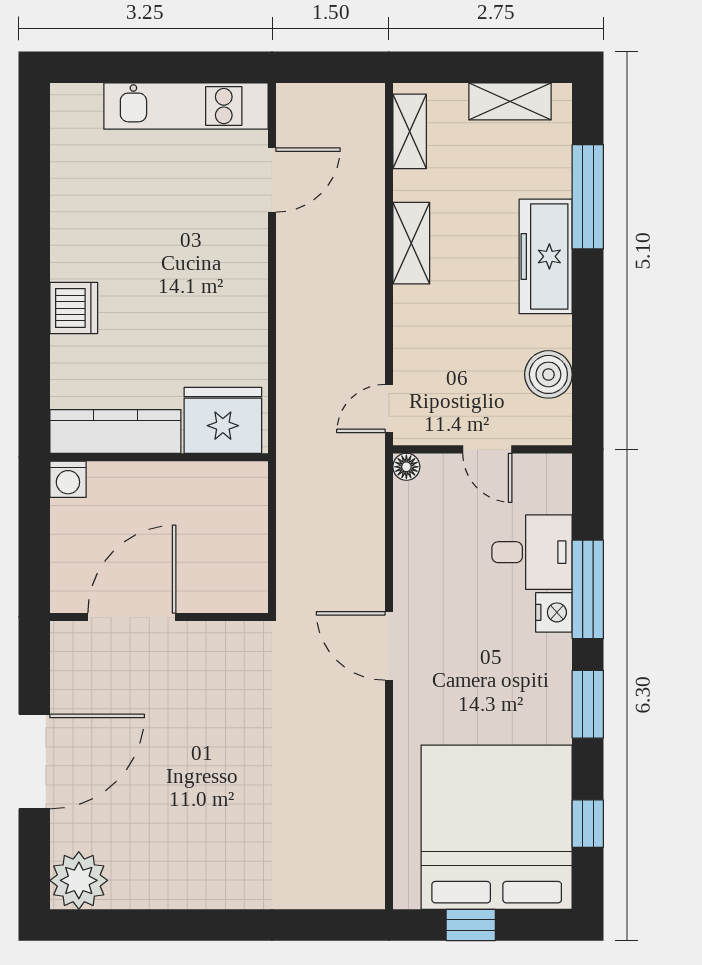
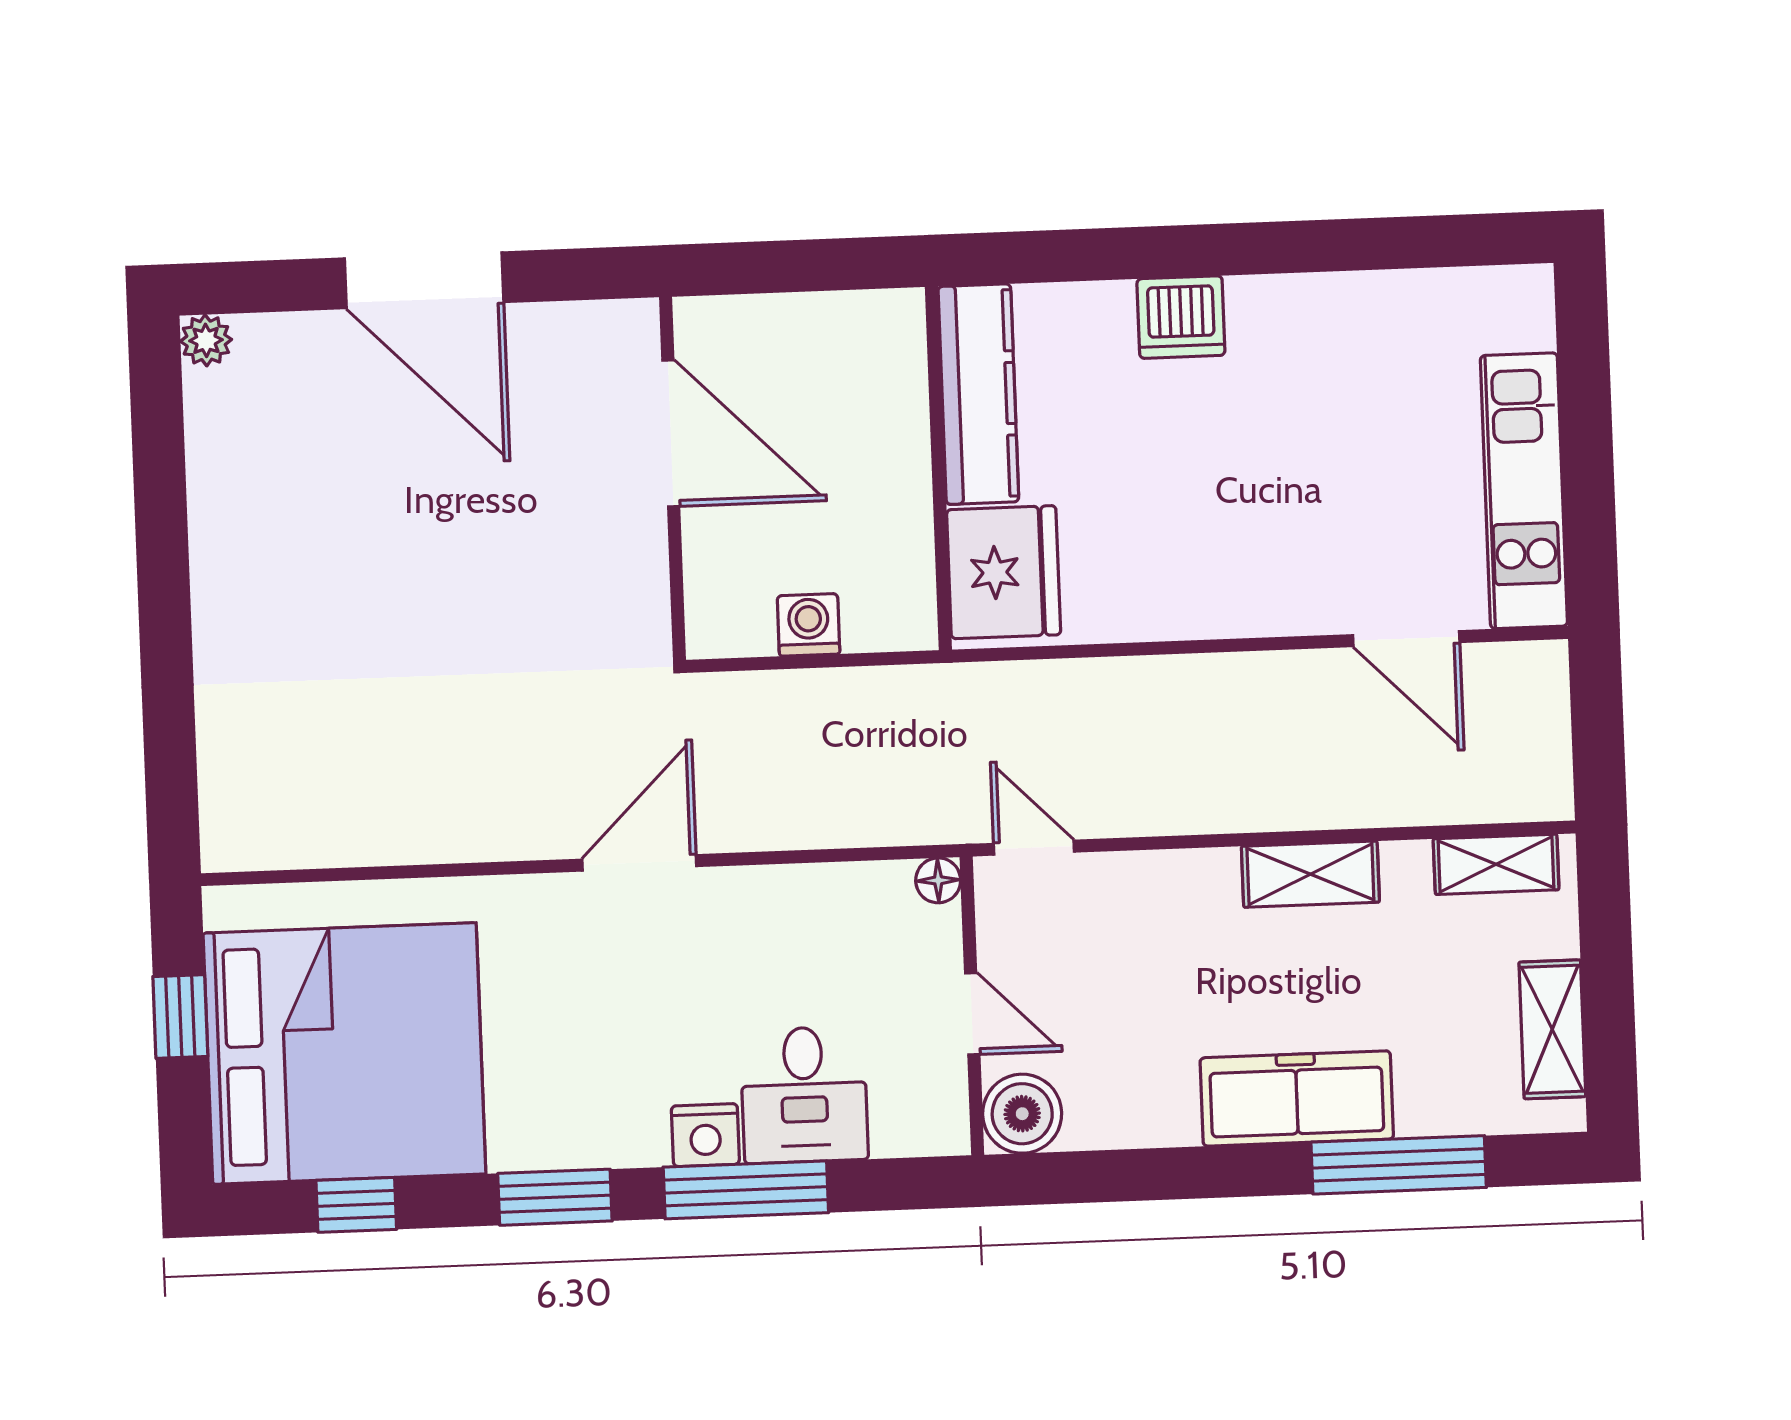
boiler: (548, 374) -> (1022, 1114), moved
door: (487, 449) -> (972, 1014), swing flipped
washing machine: (68, 479) -> (809, 625), moved, turned 90
plant: (79, 880) -> (206, 340), width x0.53, depth x0.53

